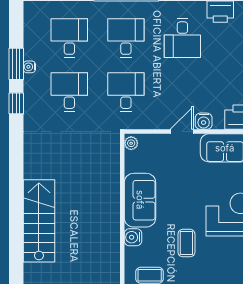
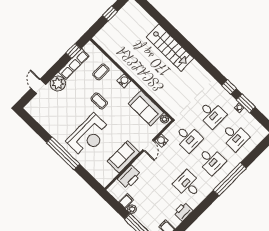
water cooler: (204, 121) -> (162, 141), moved
sofa: (140, 200) -> (146, 108), moved

